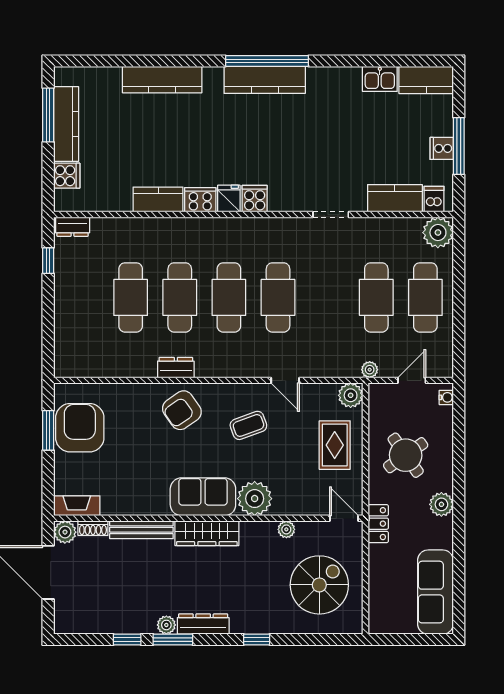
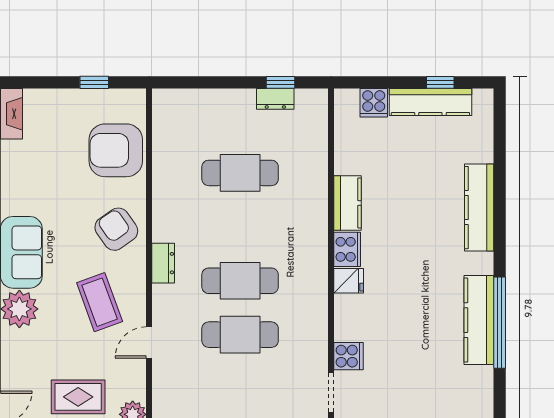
window: (48, 115) -> (440, 82), width x0.46
cooker: (255, 199) -> (348, 356), moved
dresser: (73, 227) -> (275, 99), moved, turned -90
cafe table: (180, 297) -> (240, 227), removed
dresser: (176, 368) -> (163, 263), moved
coffee table: (248, 425) -> (100, 302), width x1.36, depth x1.30
armchair: (80, 428) -> (116, 150), moved, turned 180
window: (48, 430) -> (94, 82), width x0.67

